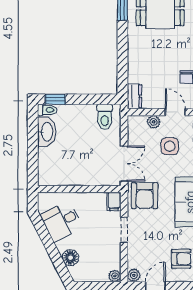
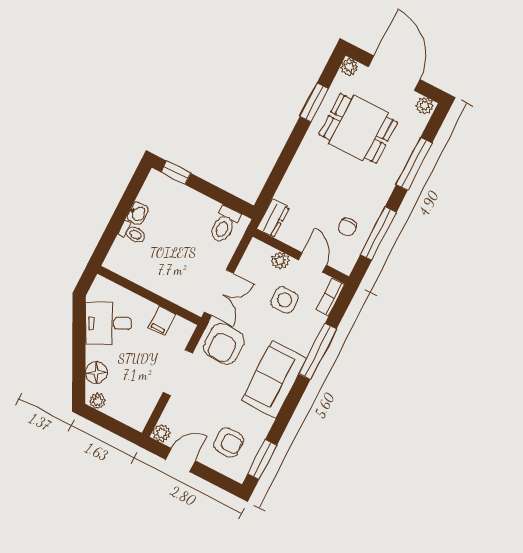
toilet: (47, 110) -> (132, 233), moved
washbasin: (47, 132) -> (138, 213), width x0.52, depth x0.69
filing cabinet: (114, 201) -> (162, 321), moved
doorway: (124, 230) -> (178, 373), width x1.38
plant: (115, 276) -> (98, 401), moved

